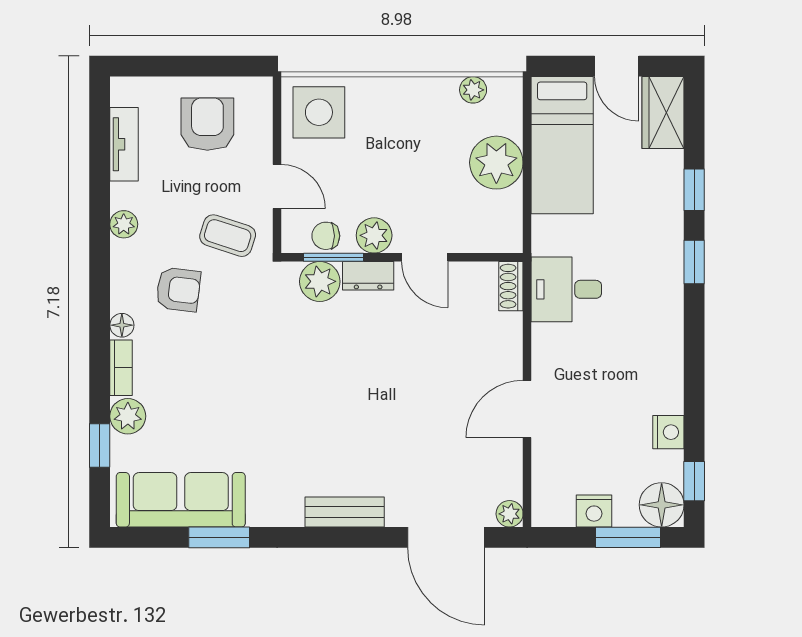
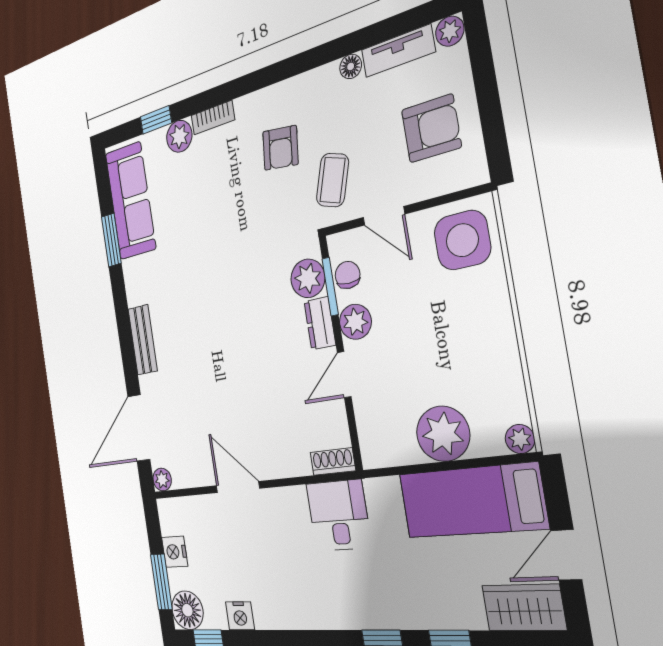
plant: (473, 90) -> (520, 439), moved
door: (277, 186) -> (384, 216), hinge flipped
plant: (124, 224) -> (450, 31), moved
floor lamp: (122, 325) -> (351, 66), moved

